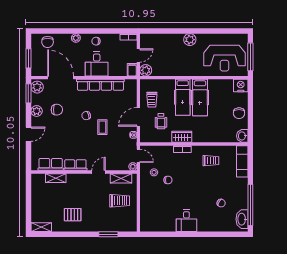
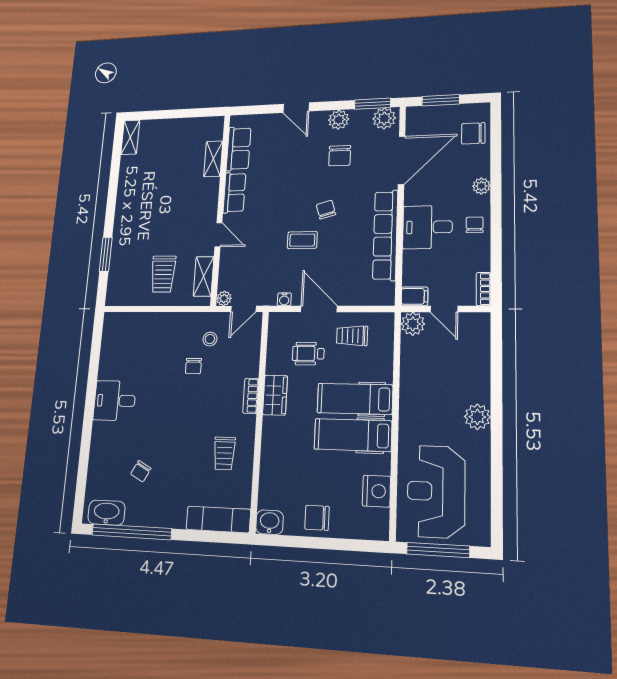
nightstand: (241, 86) -> (376, 491), moved
pallet: (73, 215) -> (146, 190), removed

